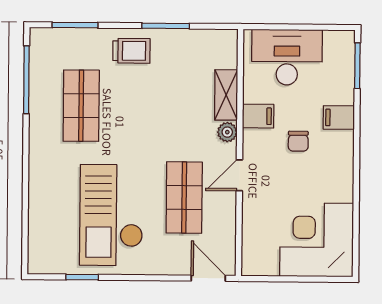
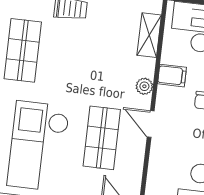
shelving: (226, 95) -> (149, 35), moved
door: (239, 175) -> (151, 124), hinge flipped

